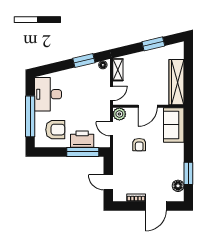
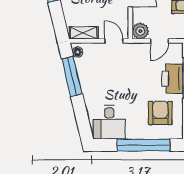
window: (84, 60) -> (72, 76), width x1.44
desk: (48, 94) -> (109, 122), width x0.73

